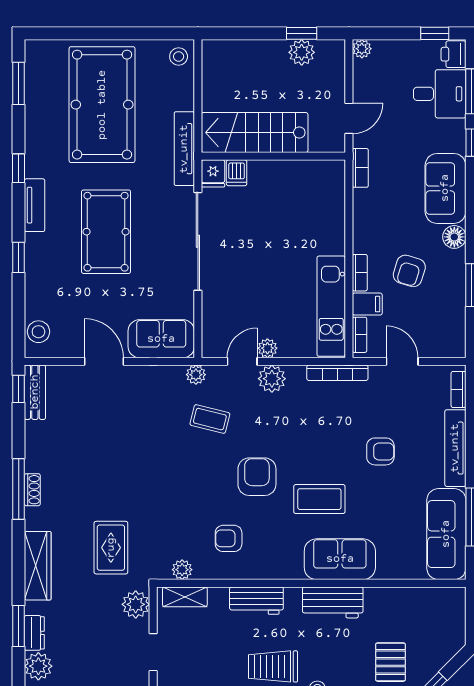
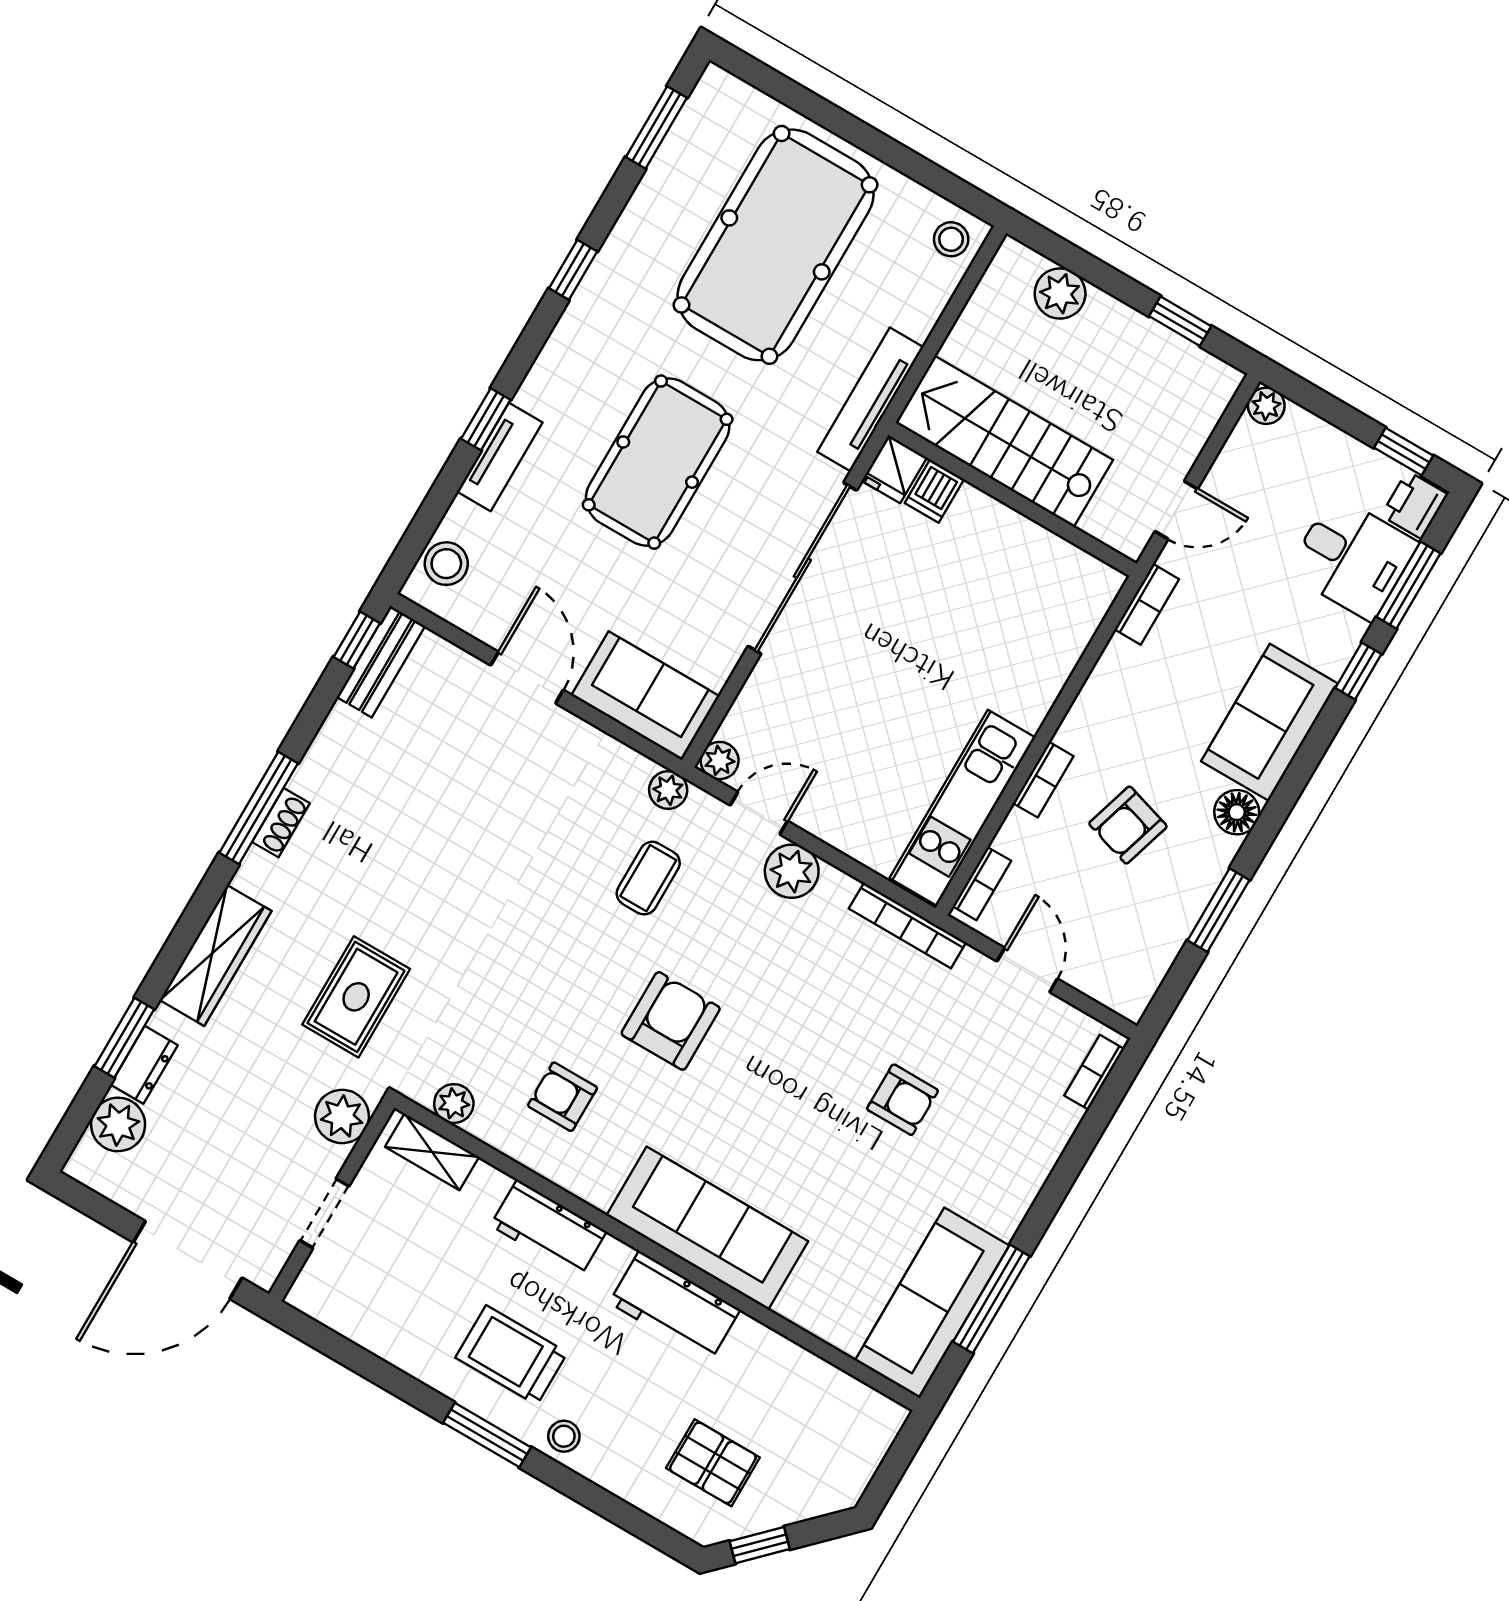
plant: (302, 52) -> (1060, 293), moved
tv unit: (35, 205) -> (500, 457), moved
filing cabinet: (367, 304) -> (1025, 840), removed
plant: (267, 348) -> (720, 761), moved
coffee table: (210, 419) -> (648, 878), turned 76
tv unit: (455, 448) -> (1031, 1167), removed
coffee table: (319, 499) -> (753, 1120), removed
sofa: (340, 559) -> (707, 1228), width x1.36
pallet: (390, 662) -> (713, 1463), turned 90

